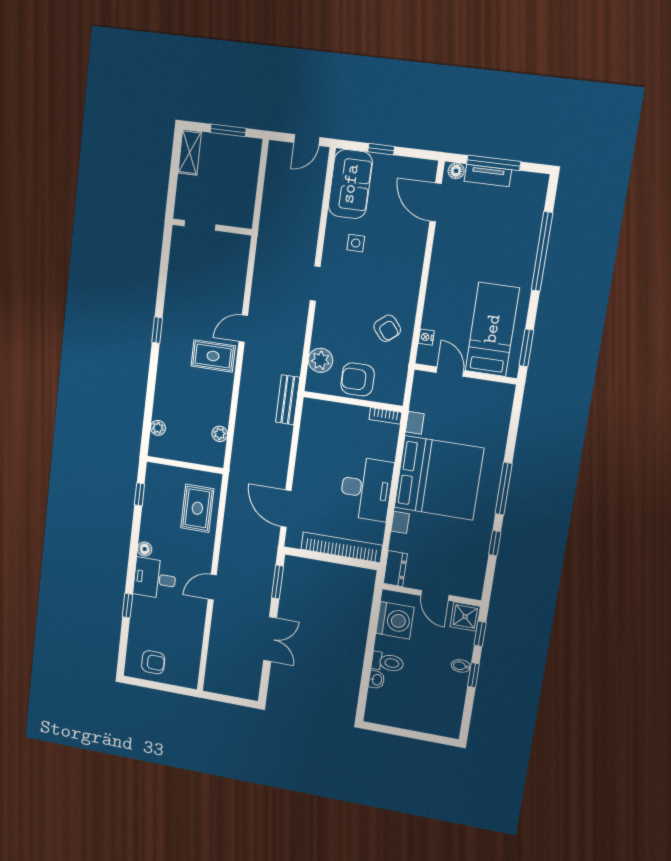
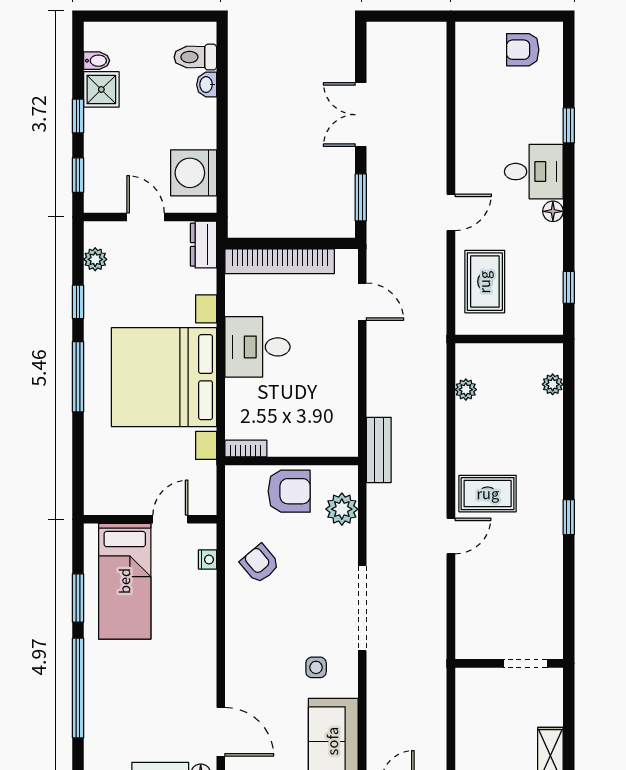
doorway: (315, 284) -> (362, 608), width x1.88
window: (526, 348) -> (78, 598), moved
door: (450, 372) -> (170, 519), swing flipped
desk: (366, 489) -> (258, 347), width x0.73
door: (286, 509) -> (362, 302), width x0.73
plant: (477, 572) -> (95, 259), added
door: (212, 587) -> (451, 212), moved
shower: (465, 617) -> (101, 89), moved
toilet: (387, 662) -> (195, 57), moved
bidet: (461, 666) -> (97, 61), moved

